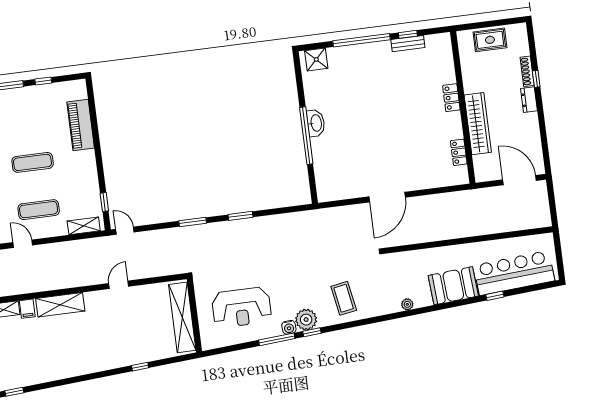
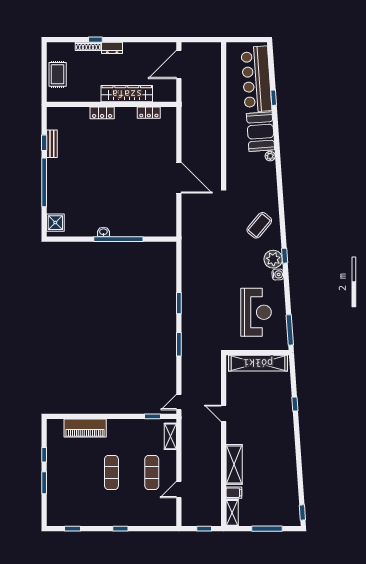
washbasin: (316, 123) -> (103, 232), width x0.52, depth x0.69
coffee table: (344, 298) -> (259, 225), turned -40
plant: (407, 304) -> (270, 156), moved
window: (277, 339) -> (290, 330), moved

